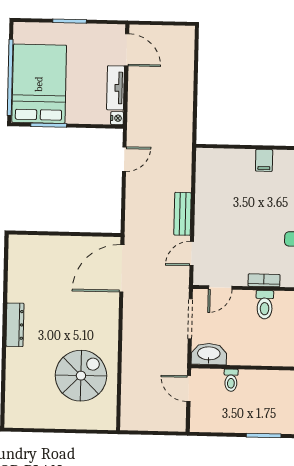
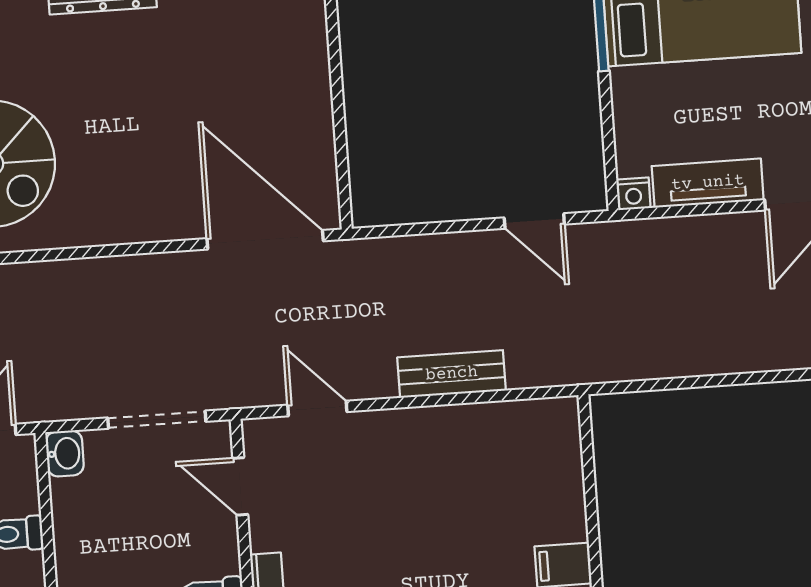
bench: (182, 214) -> (452, 374), moved
washbasin: (209, 354) -> (65, 453), width x0.52, depth x0.69

